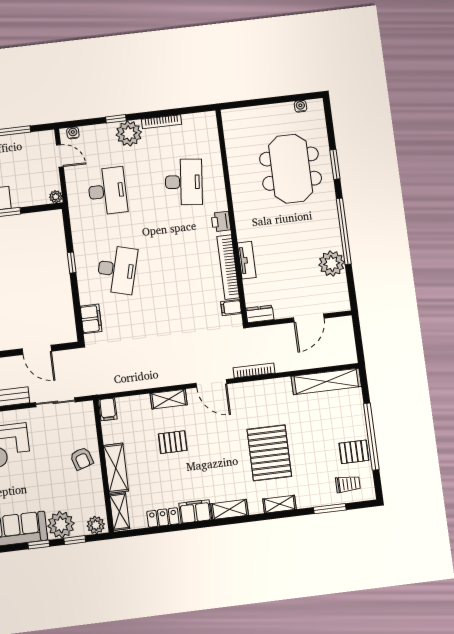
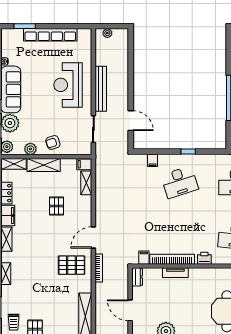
desk: (117, 270) -> (180, 182), turned -33
filing cabinet: (91, 319) -> (152, 160), width x0.50
door: (37, 350) -> (131, 121), swing flipped
shelving: (169, 399) -> (86, 183), moved
pallet: (269, 453) -> (72, 265), moved, width x0.73, depth x0.71
plant: (95, 490) -> (30, 149), added

